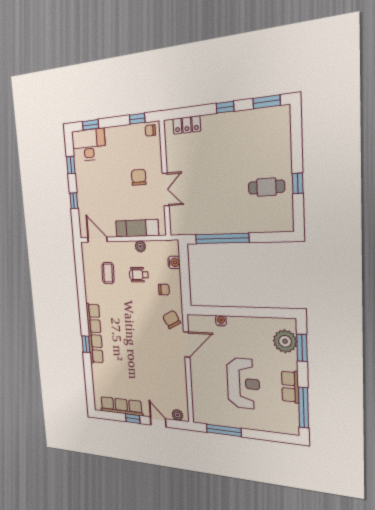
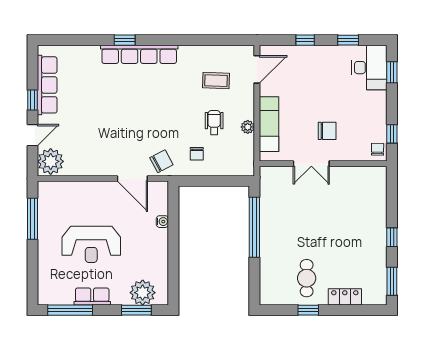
locker: (187, 125) -> (345, 297), moved, turned 90
water cooler: (174, 262) -> (228, 169), removed
plant: (178, 415) -> (51, 161), width x1.87, depth x1.87

